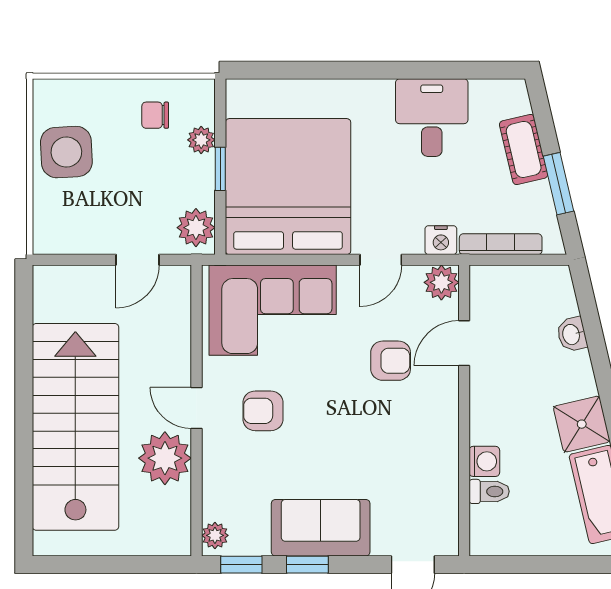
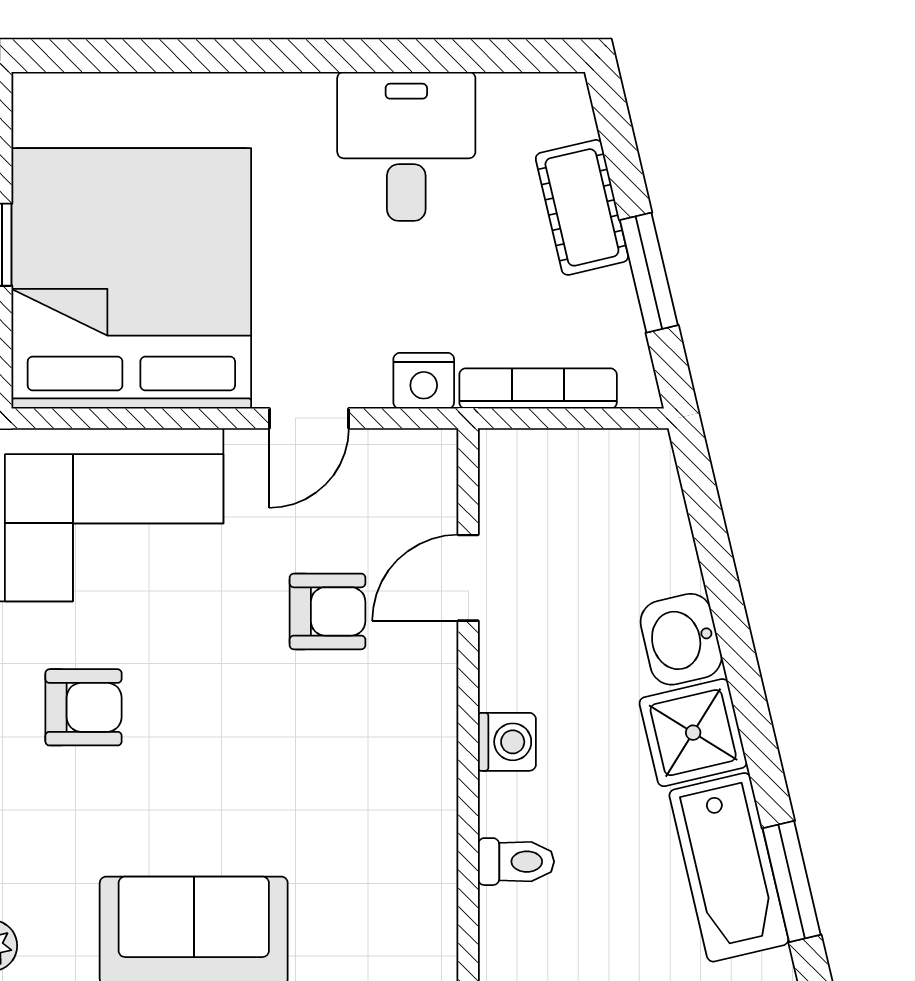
plant: (441, 282) -> (425, 462), removed
washbasin: (572, 334) -> (681, 639), moved, width x1.38, depth x1.45
armchair: (263, 411) -> (83, 707), turned 180
washing machine: (484, 461) -> (507, 742), moved

